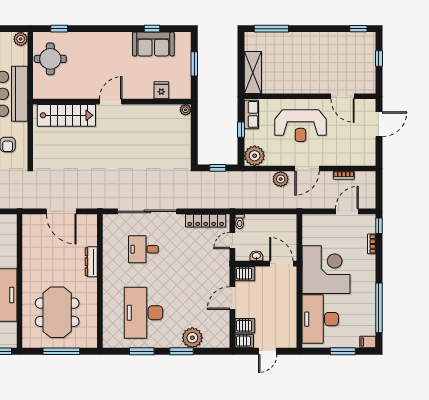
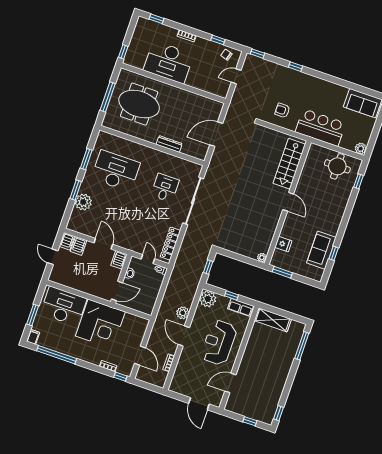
window: (194, 64) -> (282, 272), moved

